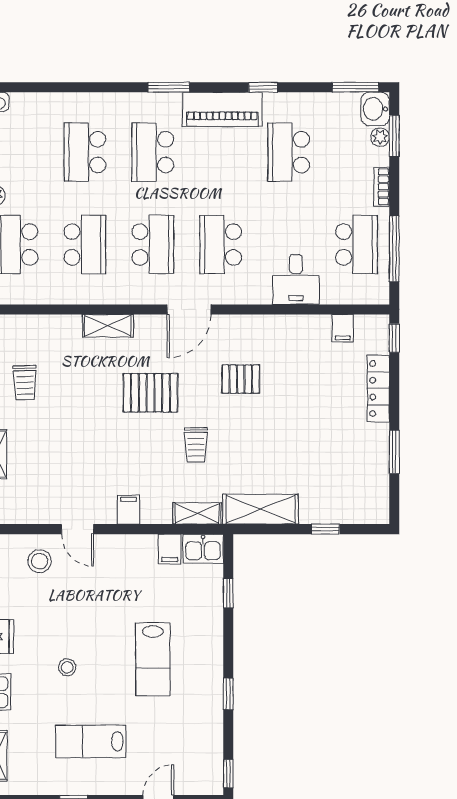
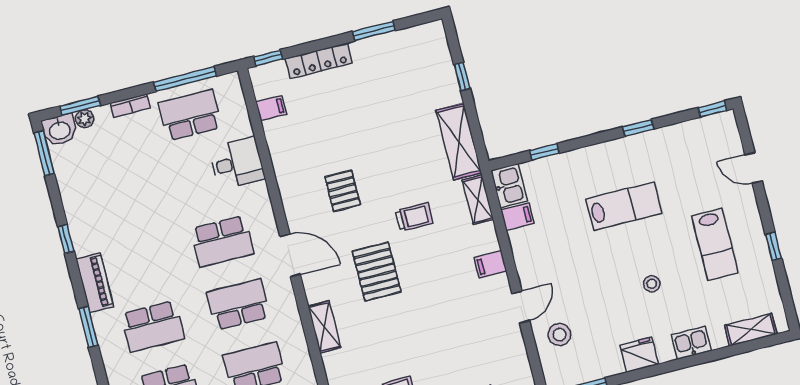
piano: (222, 109) -> (95, 283), width x0.73, depth x0.75
school desk: (289, 152) -> (120, 200), removed

